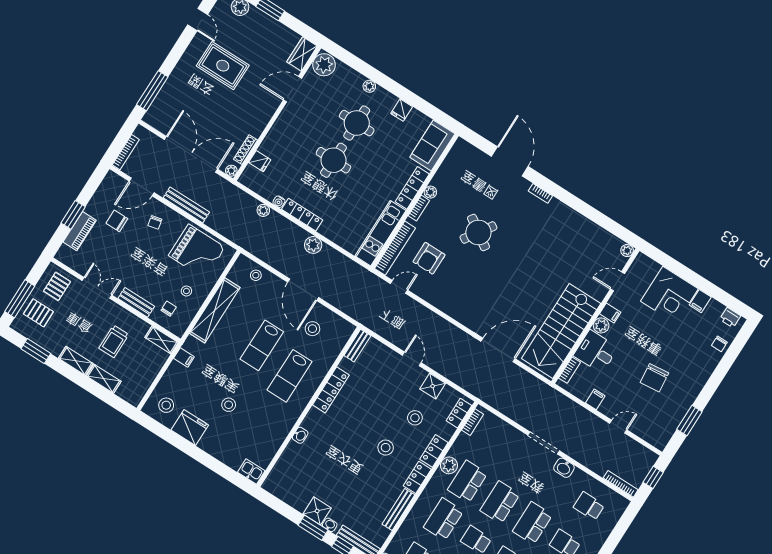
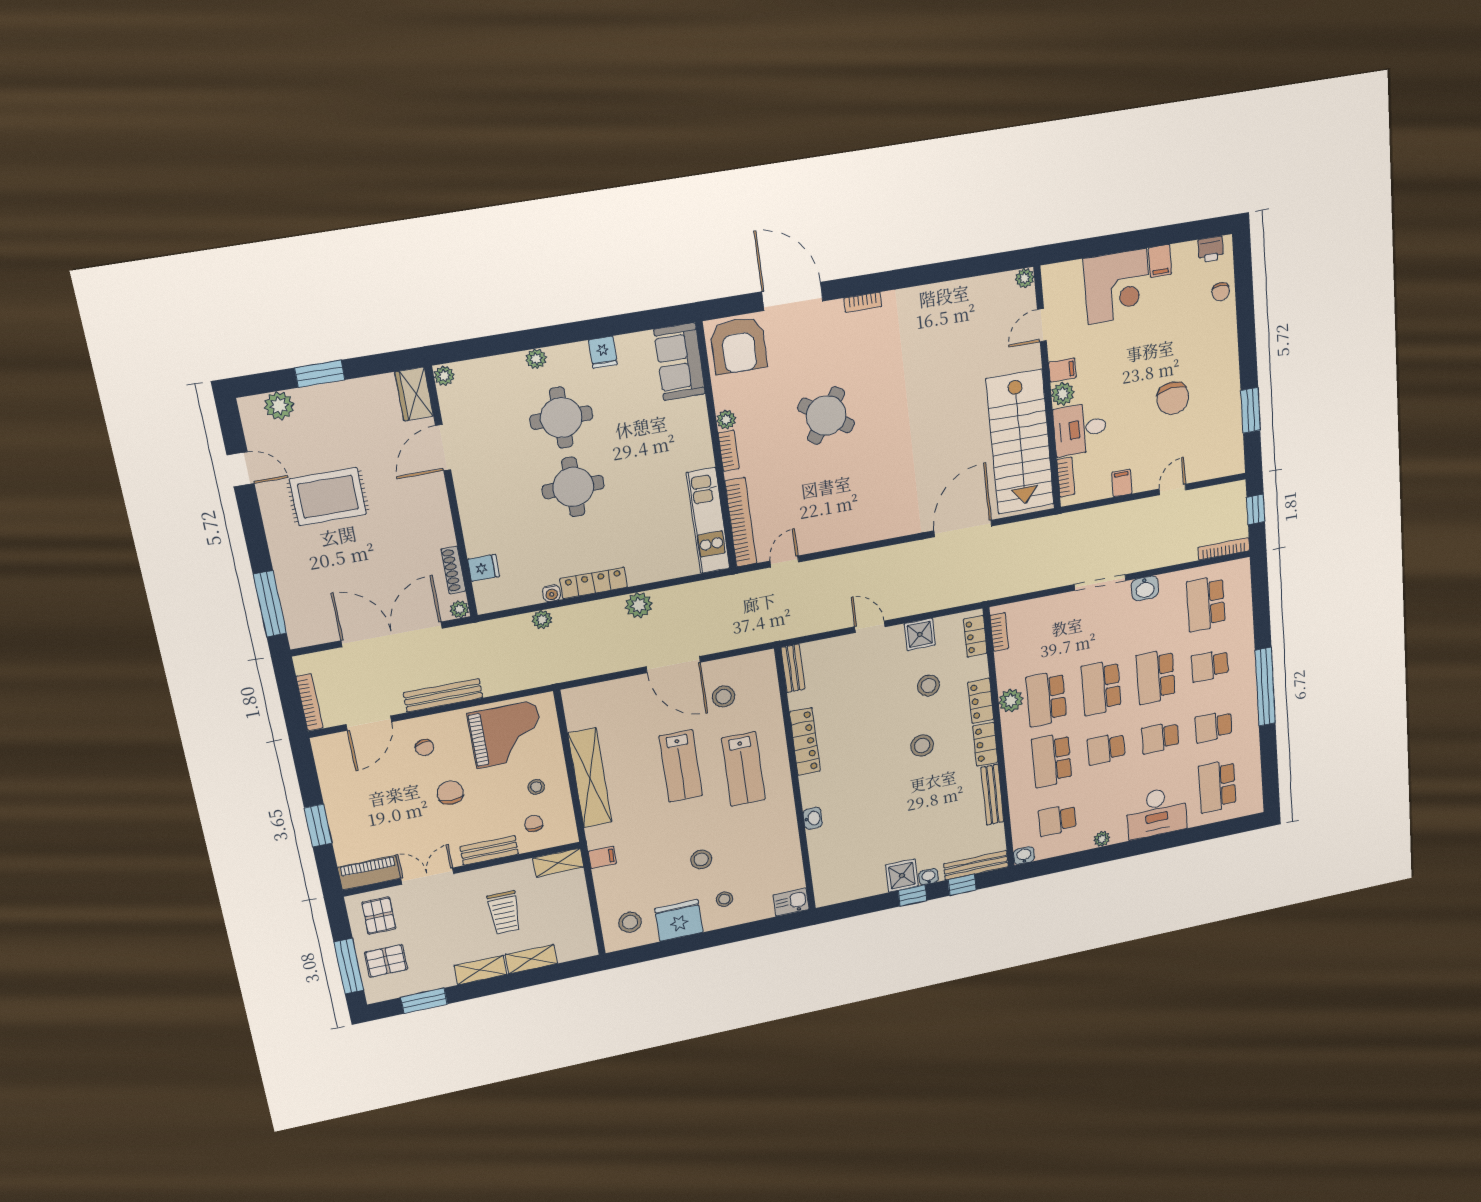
plant: (324, 65) -> (444, 376), width x0.53, depth x0.53
locker: (412, 188) -> (700, 434), removed
chair: (117, 221) -> (450, 793), moved, turned 90
piano: (80, 231) -> (369, 873), moved, turned -90
armchair: (429, 258) -> (738, 345), moved, width x1.36, depth x1.36
stool: (256, 275) -> (724, 899), moved
school desk: (589, 506) -> (1206, 604), width x1.85
window: (313, 528) -> (912, 895), width x0.67

